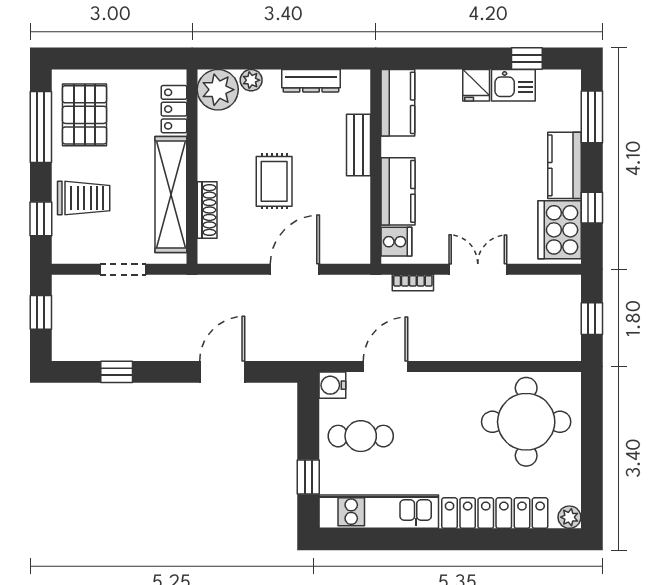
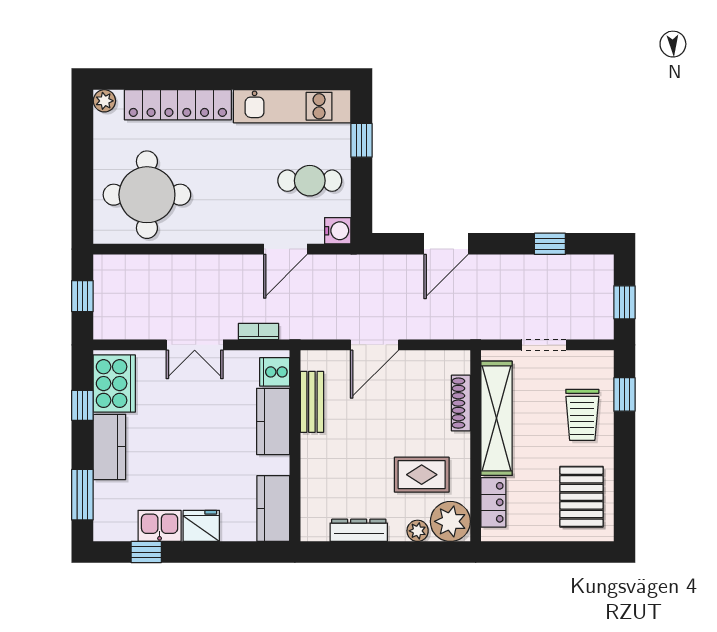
fridge: (476, 85) -> (201, 526), width x1.38
window: (41, 127) -> (624, 485), removed
bench: (359, 145) -> (312, 402), moved
rug: (274, 181) -> (422, 475), moved, turned 90
trolley: (84, 198) -> (582, 415), turned -90

